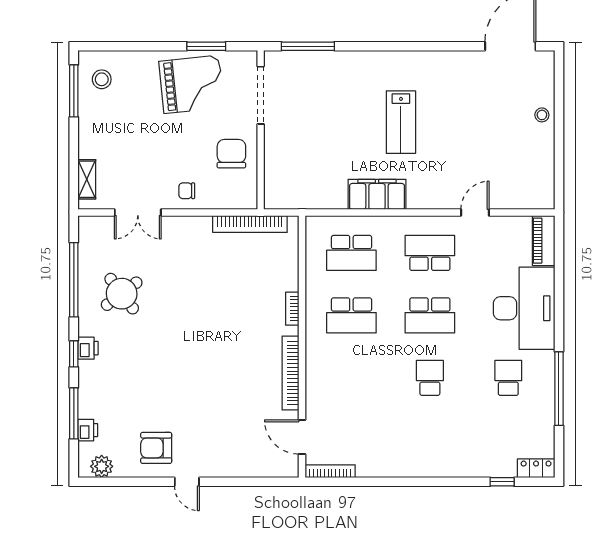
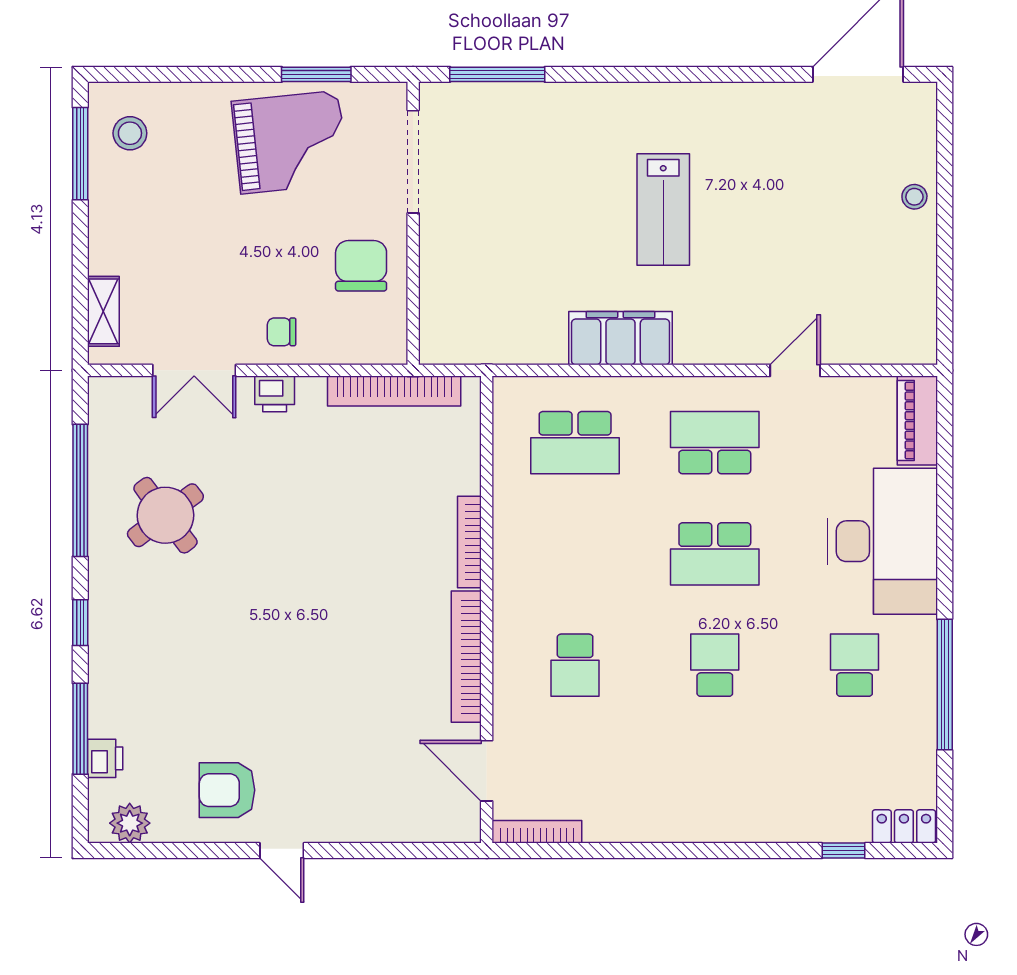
bookcase: (292, 309) -> (469, 542), width x1.56
school desk: (351, 315) -> (575, 665), moved, width x0.54
printer: (88, 348) -> (275, 394), moved, turned 90

